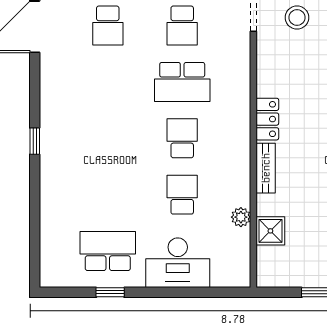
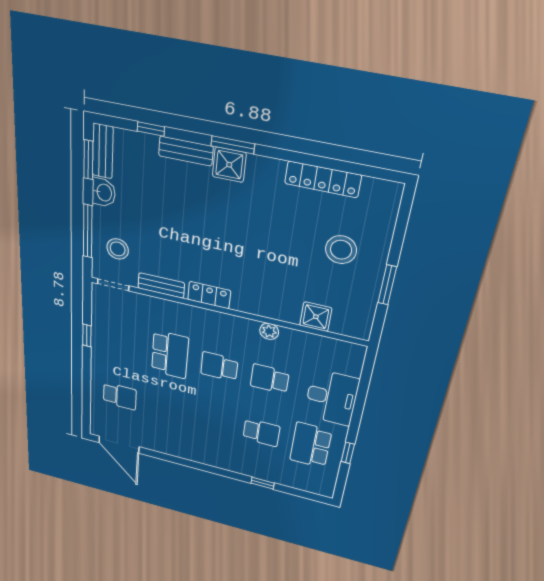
school desk: (182, 26) -> (261, 433), moved
window: (35, 141) -> (263, 483), moved
bench: (266, 168) -> (161, 286), moved
plant: (241, 217) -> (269, 331), moved

